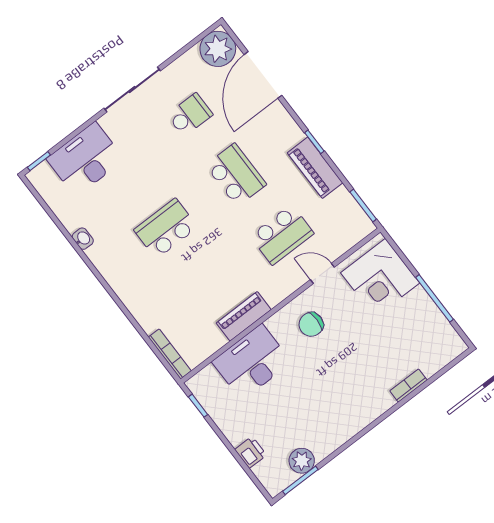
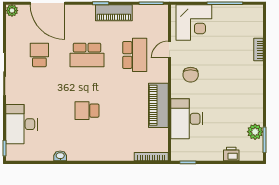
plant: (218, 49) -> (12, 11), width x0.53, depth x0.53
school desk: (236, 175) -> (87, 55), turned 180
school desk: (166, 229) -> (87, 111), width x0.54
piano: (244, 316) -> (158, 105), width x1.37, depth x1.33

